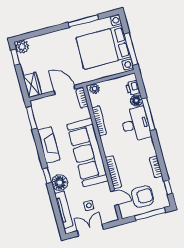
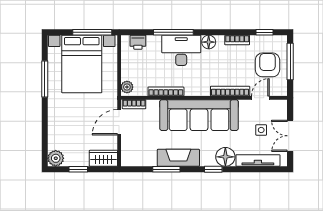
window: (15, 57) -> (78, 169), moved
floor lamp: (136, 100) -> (209, 42), moved
window: (32, 118) -> (166, 169), moved

